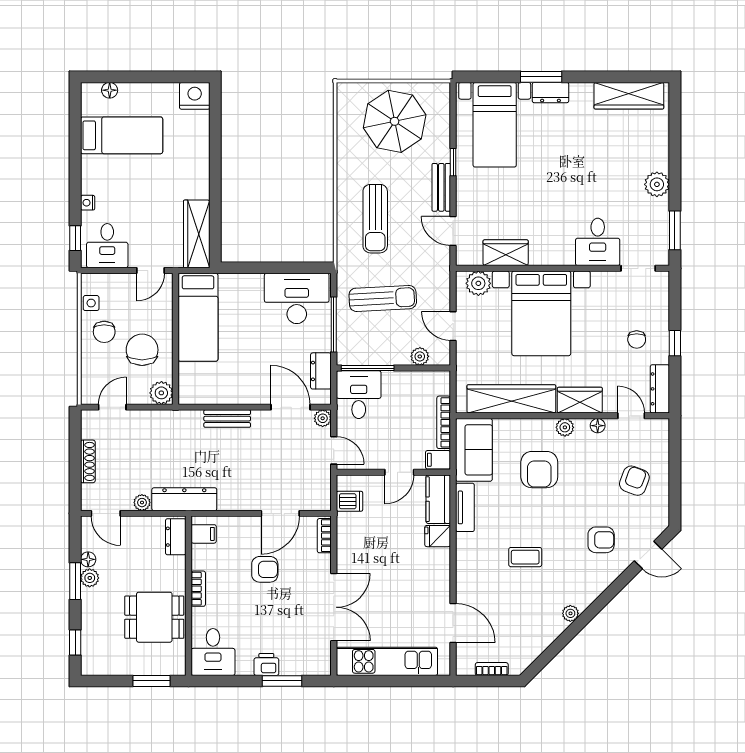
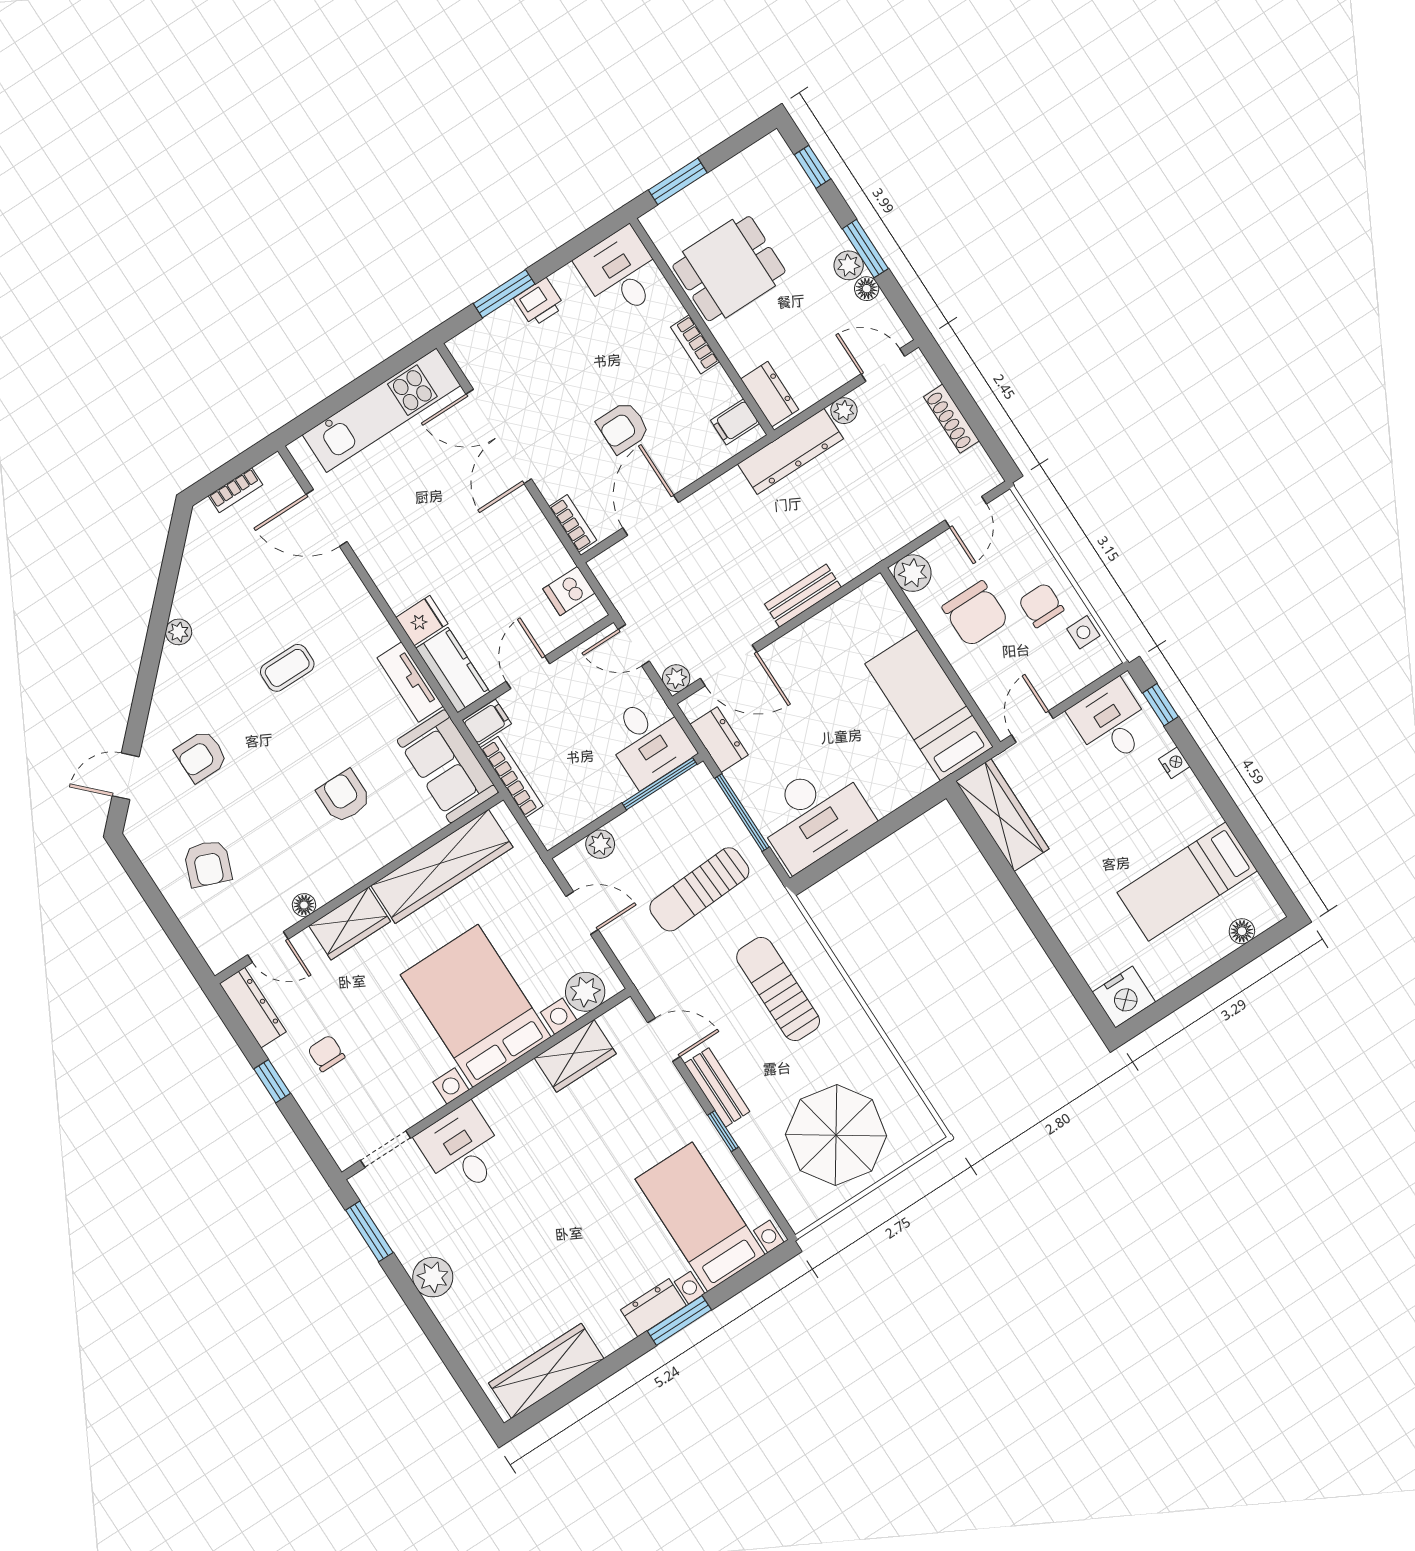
plant: (565, 427) -> (346, 875), removed
armchair: (539, 470) -> (344, 796), width x0.72, depth x0.72

